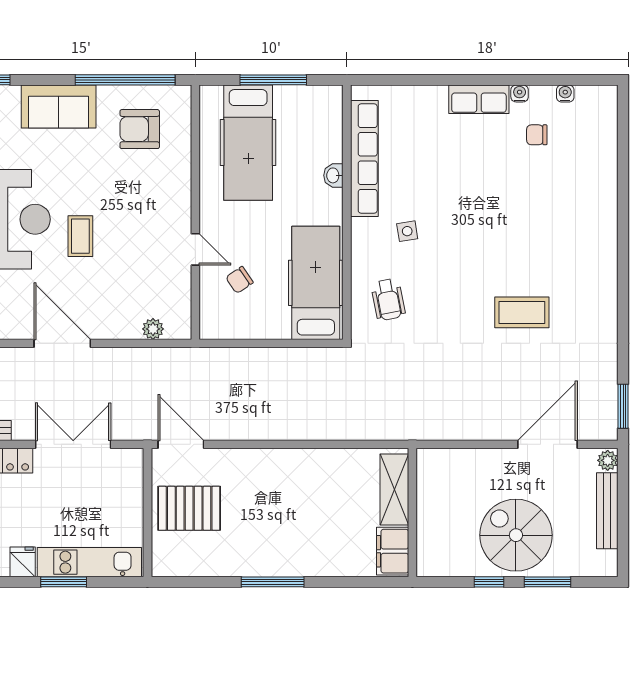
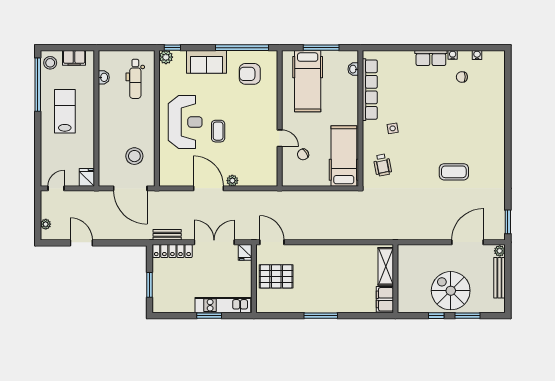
washbasin: (333, 175) -> (353, 69), moved
plant: (153, 329) -> (232, 181), moved
fridge: (23, 562) -> (245, 252), moved, turned 180

